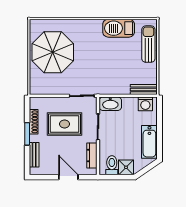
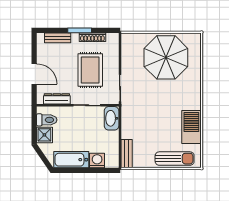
washing machine: (145, 104) -> (97, 160), moved, turned 90
door: (68, 177) -> (34, 74), hinge flipped

